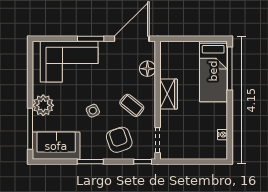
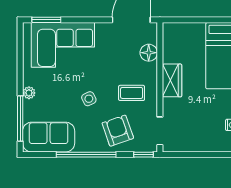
window: (91, 39) -> (46, 20), moved
plant: (43, 105) -> (29, 93), width x0.53, depth x0.53
coffee table: (132, 105) -> (132, 93), turned -39
window: (90, 162) -> (86, 155), width x2.11

